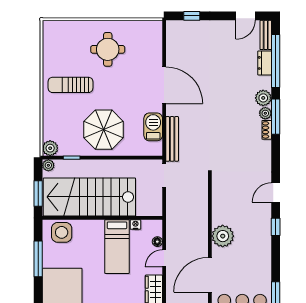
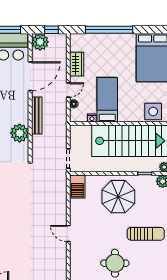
door: (164, 85) -> (68, 233), width x0.53
barbecue: (153, 127) -> (77, 187), moved
bench: (172, 139) -> (37, 116), moved
plant: (223, 236) -> (20, 133), moved

